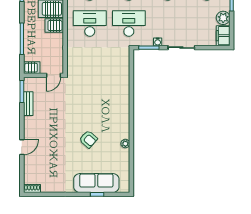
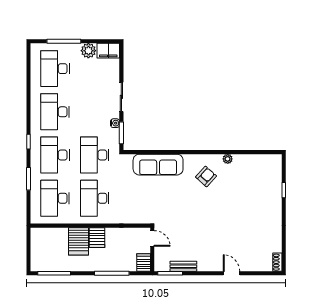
armchair: (88, 139) -> (206, 176), moved
sofa: (96, 183) -> (158, 165), moved, turned -90

